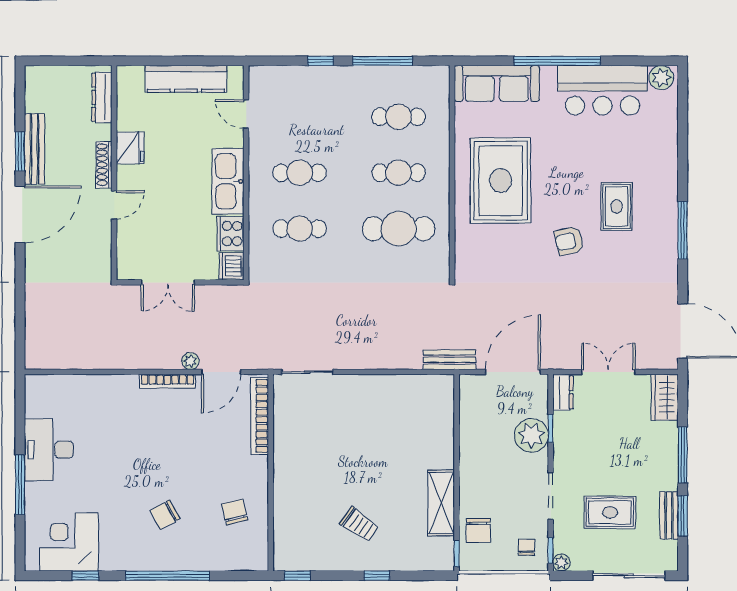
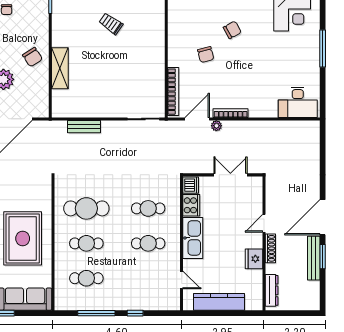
bench: (449, 360) -> (84, 127), moved
desk: (49, 450) -> (298, 102), moved, turned 90
shelving: (441, 503) -> (60, 68), moved
chair: (235, 512) -> (206, 55), moved
chair: (478, 530) -> (33, 57), moved, turned 147

